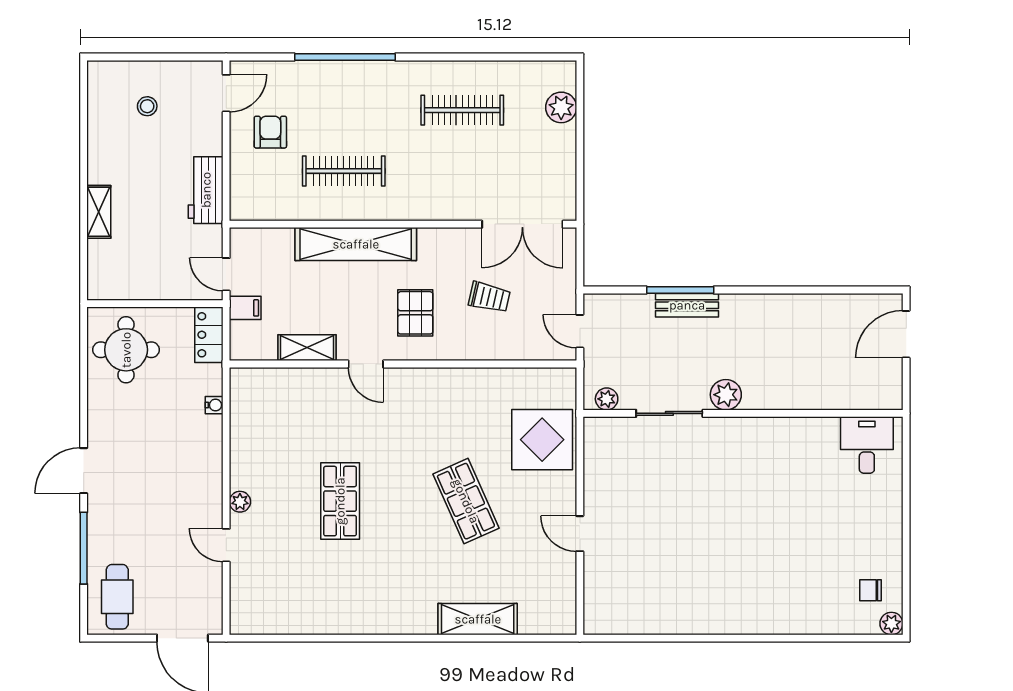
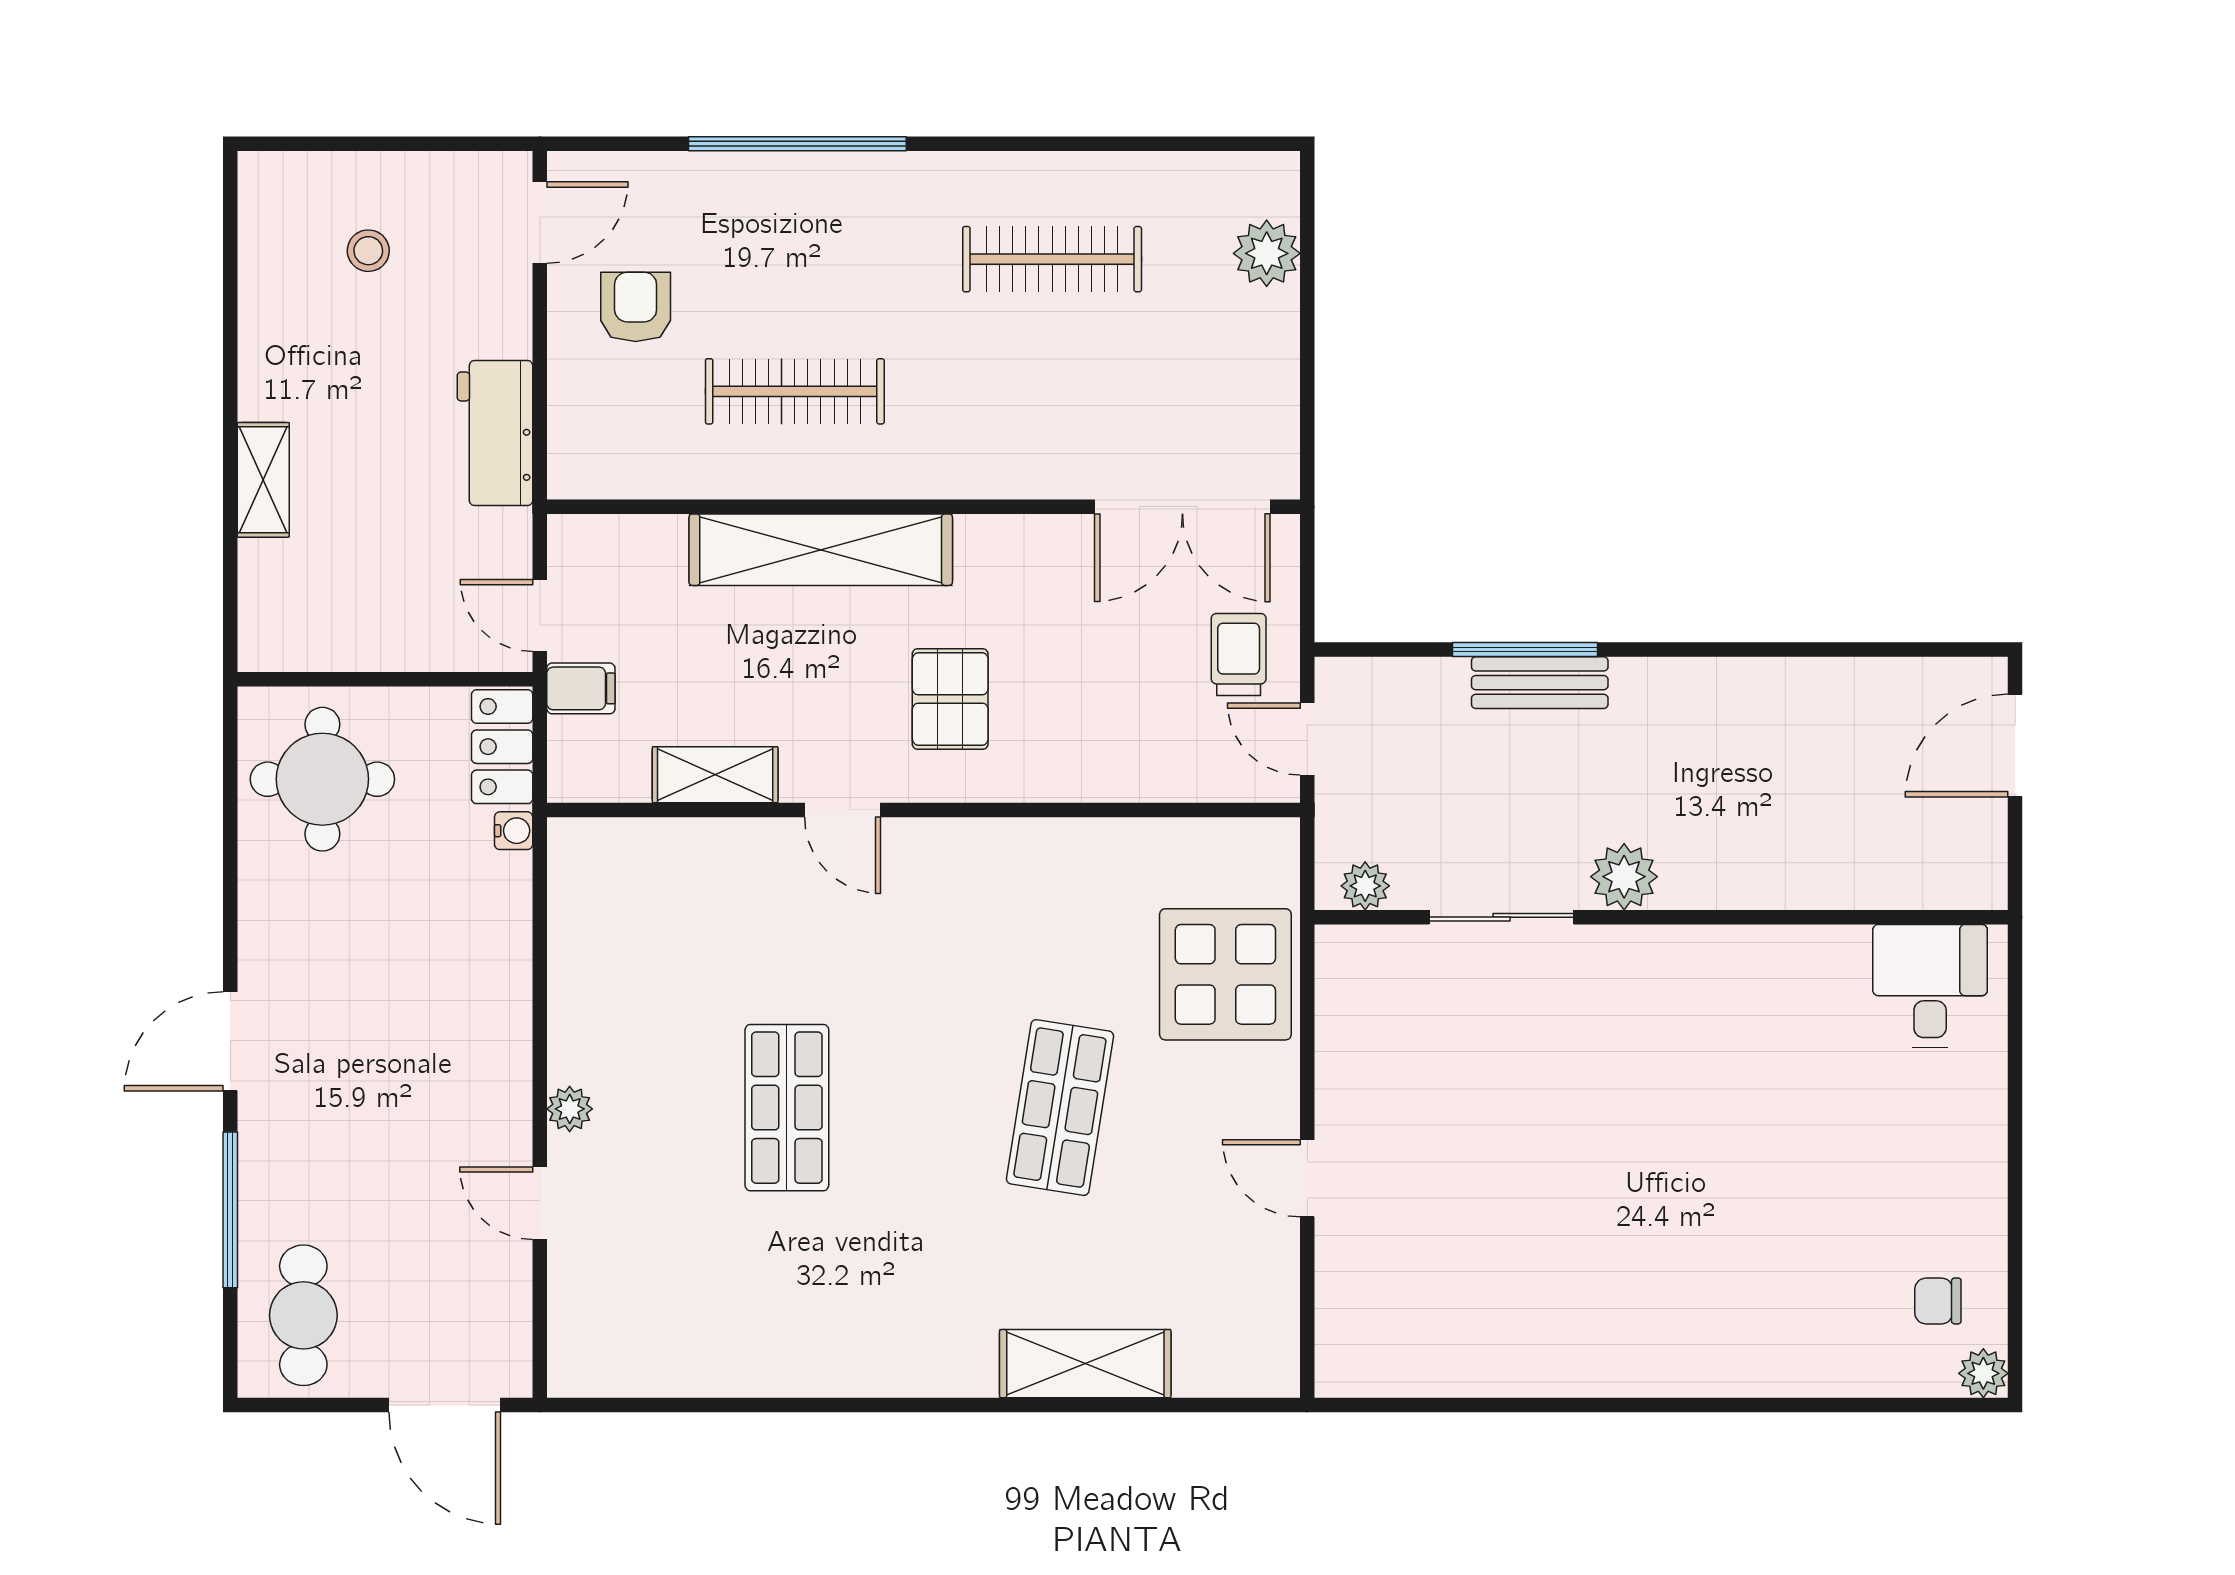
trolley: (489, 297) -> (1239, 654), moved, turned -103
water cooler: (214, 405) -> (514, 831), moved
shop shelf: (466, 501) -> (1060, 1108), turned 33

